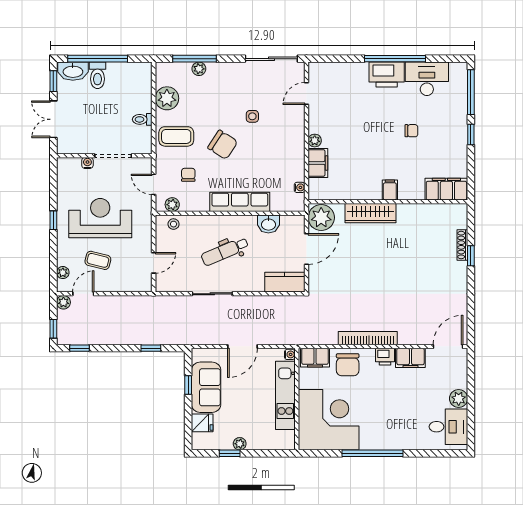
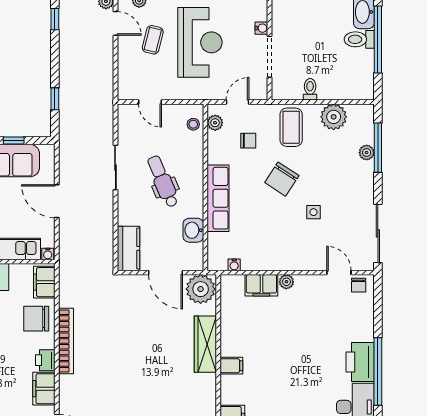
chair: (411, 131) -> (359, 285), moved

